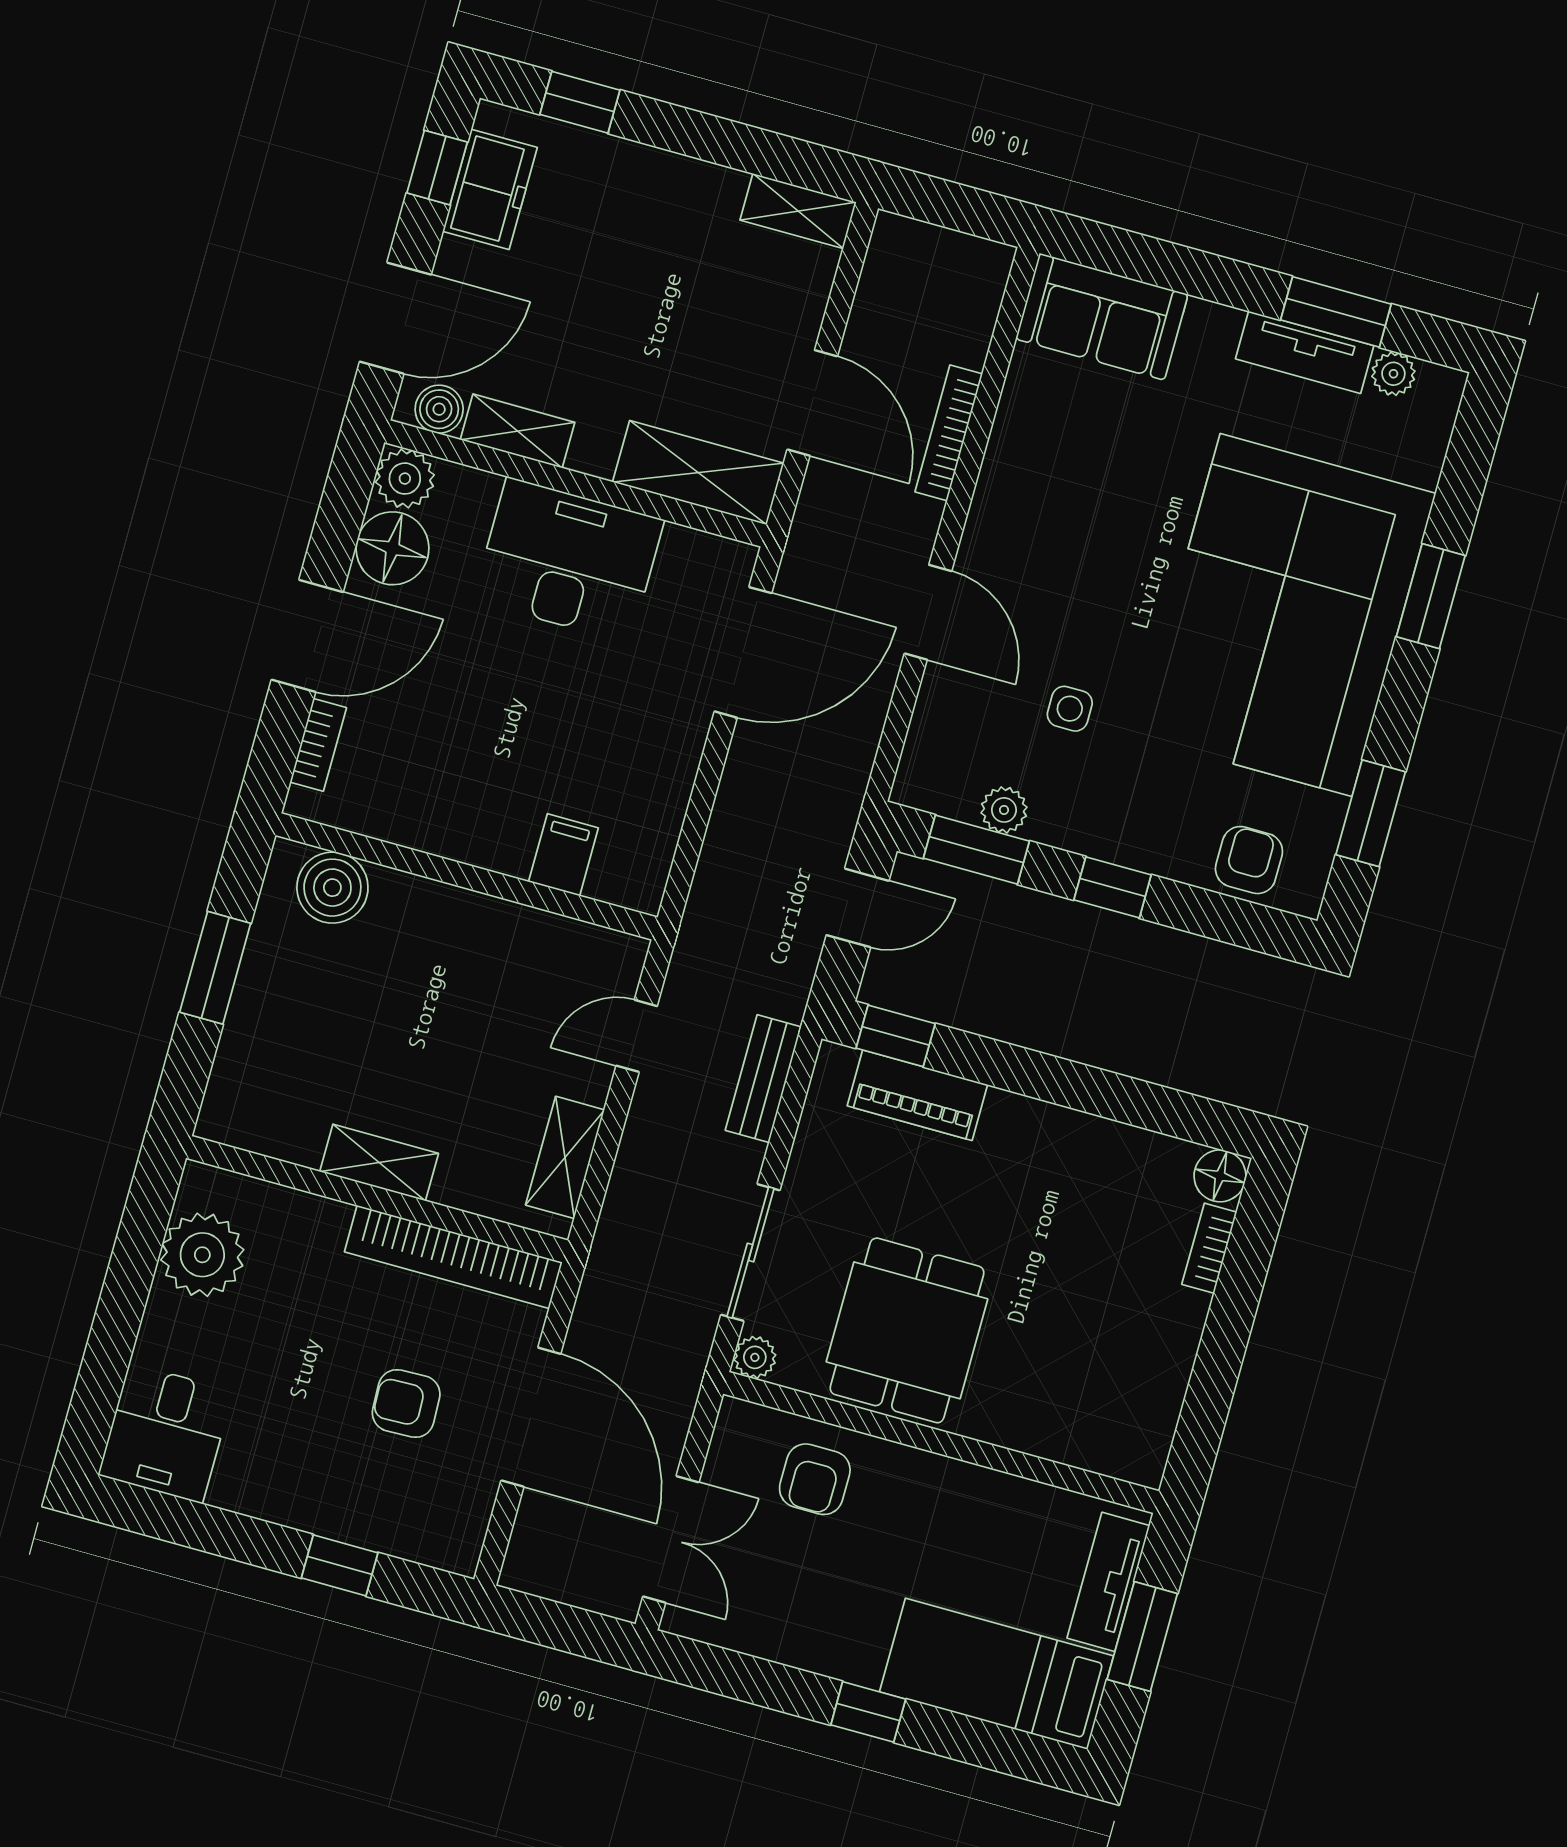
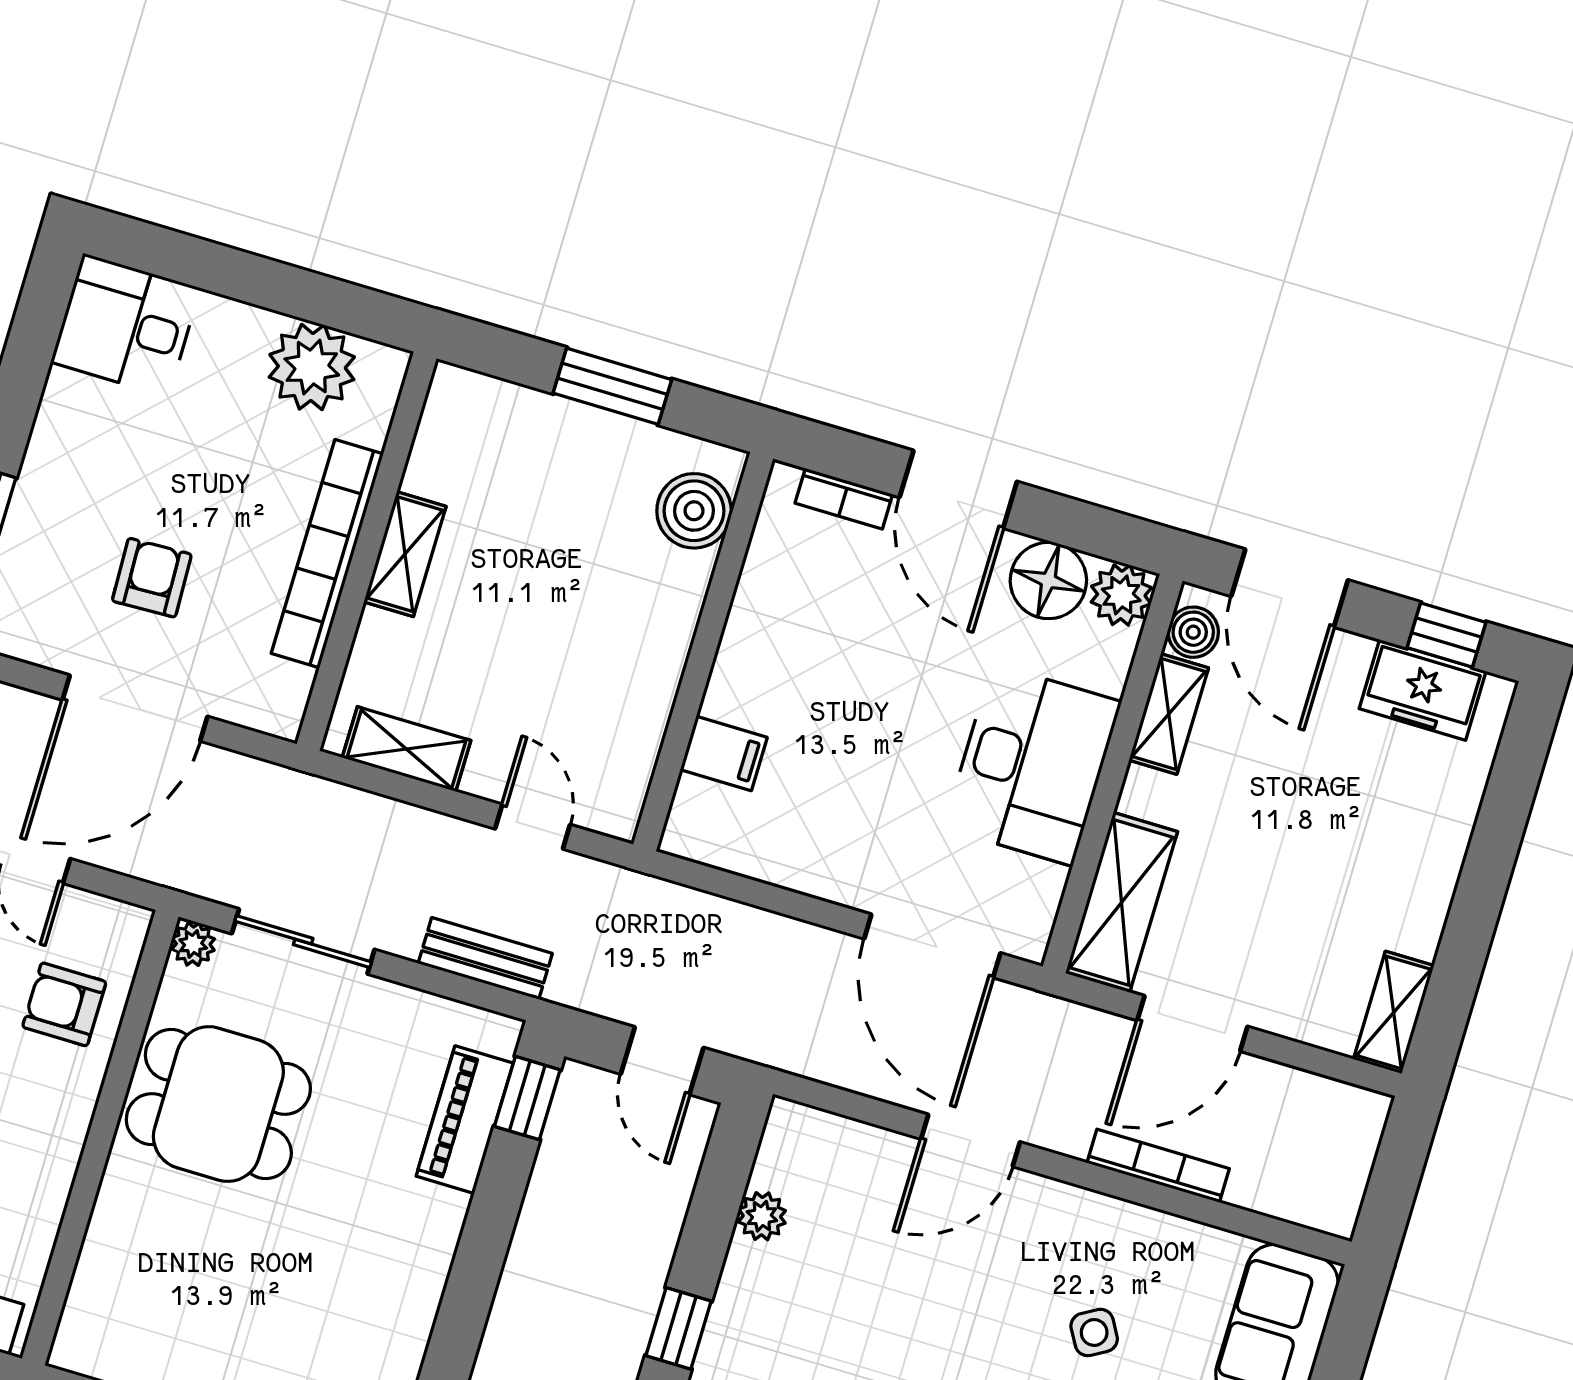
window: (580, 102) -> (1512, 786), removed
side table: (1070, 709) -> (1094, 1332), moved, turned -30
window: (976, 850) -> (721, 1186), removed
bookcase: (453, 1257) -> (327, 554), moved

